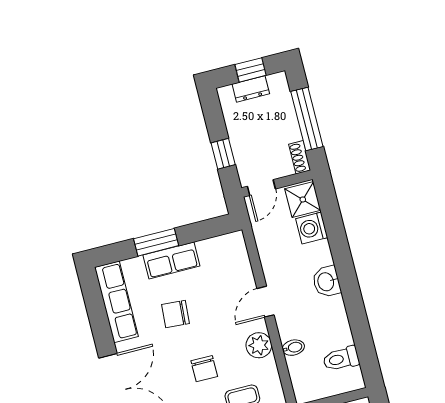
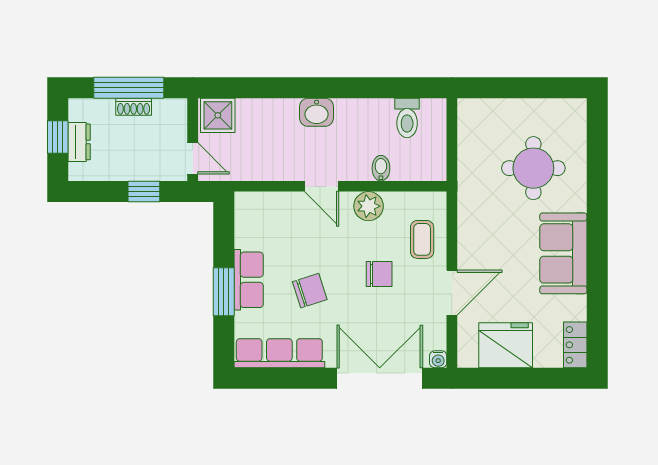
shoe rack: (300, 157) -> (134, 107), moved
washing machine: (312, 228) -> (252, 113), removed
chair: (175, 314) -> (310, 291), turned -112

